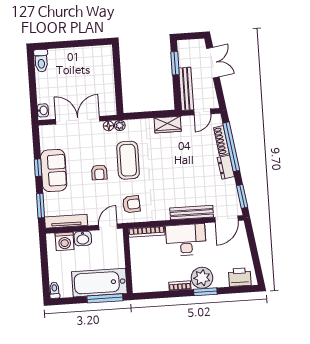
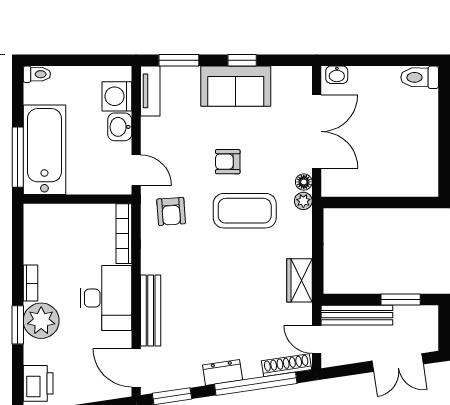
shoe rack: (221, 141) -> (286, 365), moved
tv unit: (66, 221) -> (150, 91), width x0.71

